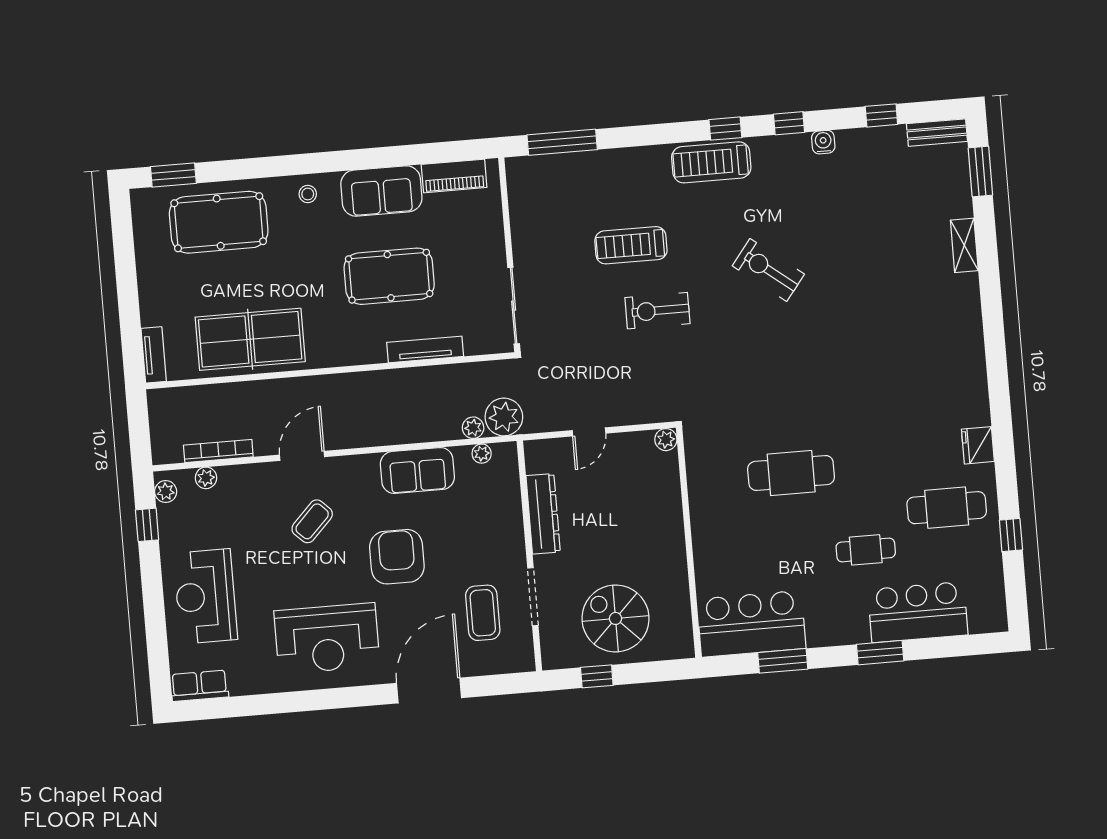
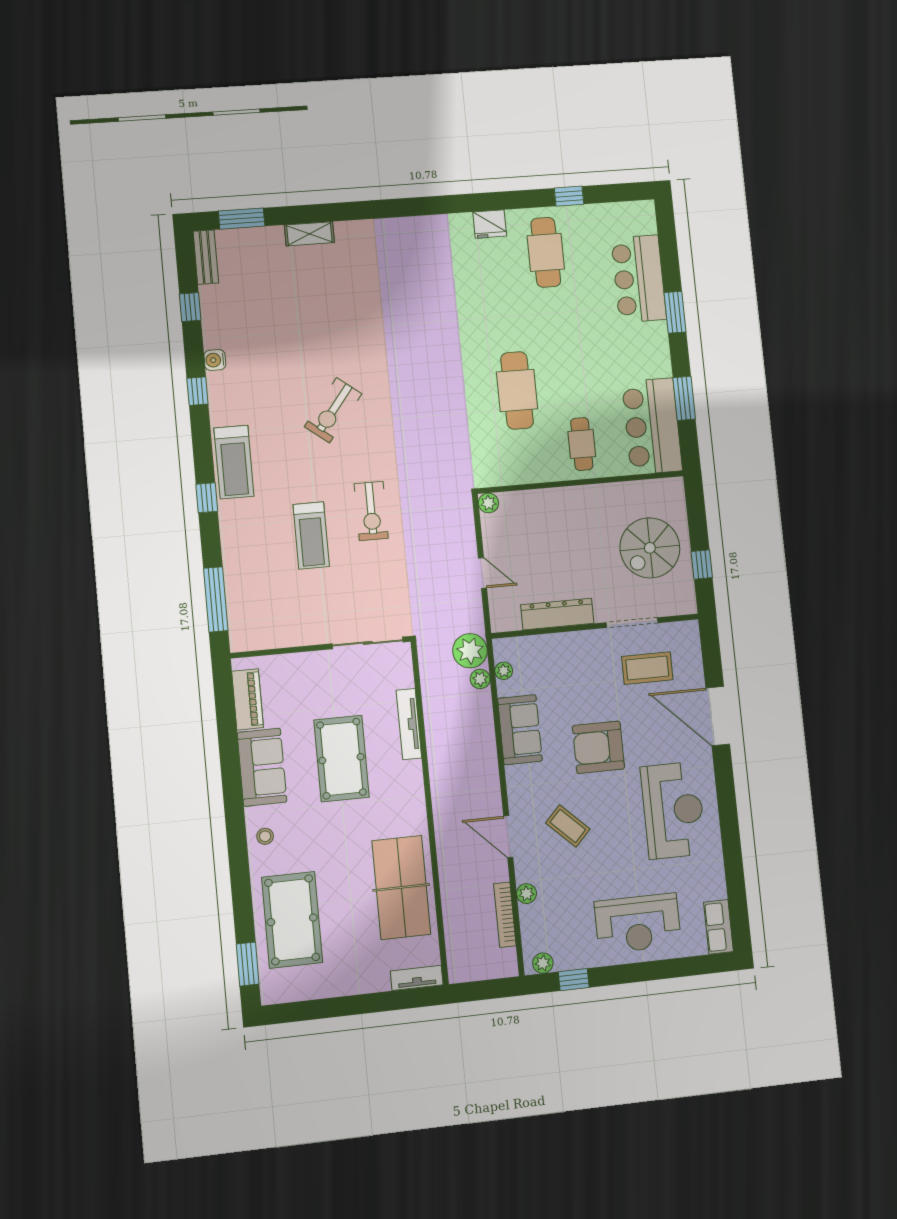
window: (725, 129) -> (207, 498), moved
plant: (206, 478) -> (527, 894), moved
cafe table: (866, 550) -> (582, 444), moved

